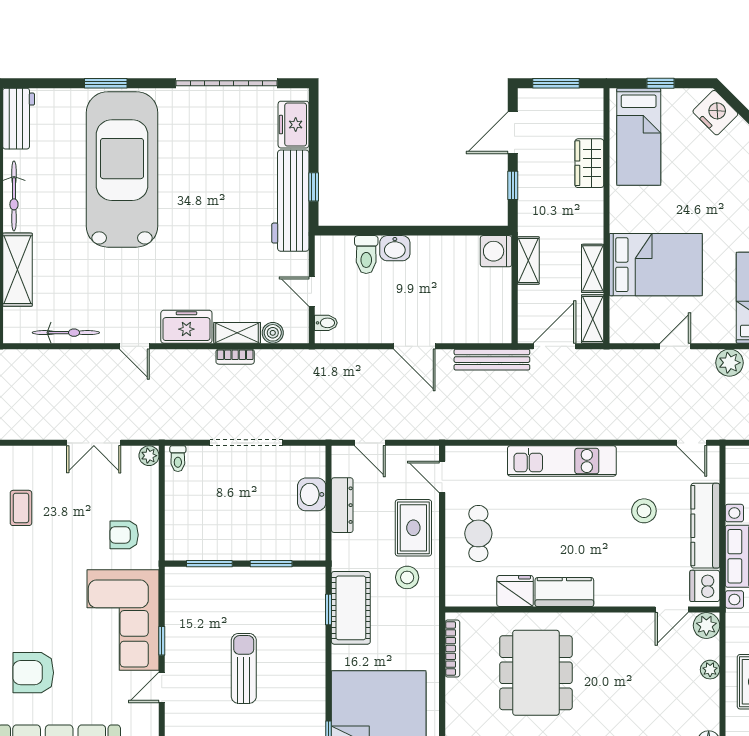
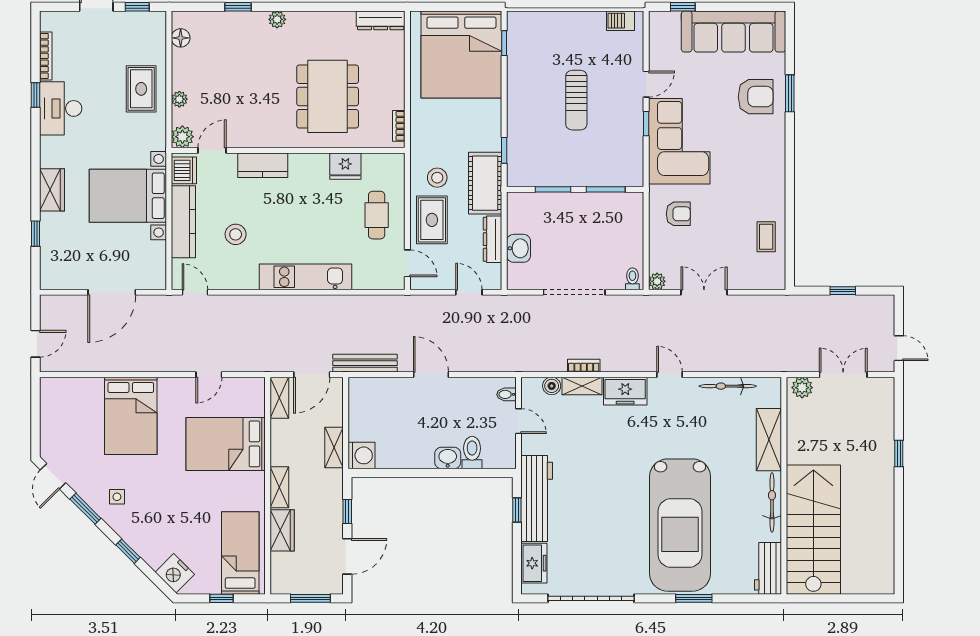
shelving: (593, 268) -> (279, 487), moved
plant: (729, 363) -> (163, 360), removed
kitchen counter: (564, 592) -> (263, 165), moved
cot: (351, 608) -> (485, 183), moved
bookcase: (452, 649) -> (399, 126), width x0.64

